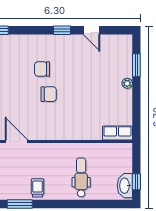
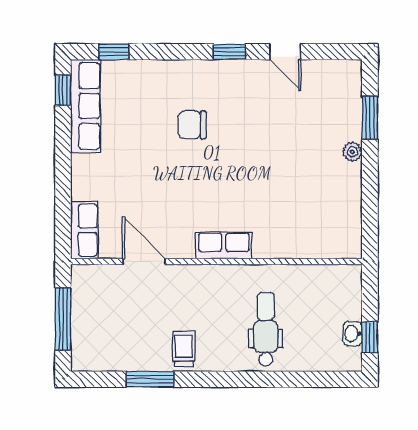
chair: (49, 94) -> (205, 172), removed
row of seats: (117, 133) -> (224, 246), moved
washbasin: (125, 186) -> (352, 334), width x0.52, depth x0.69

